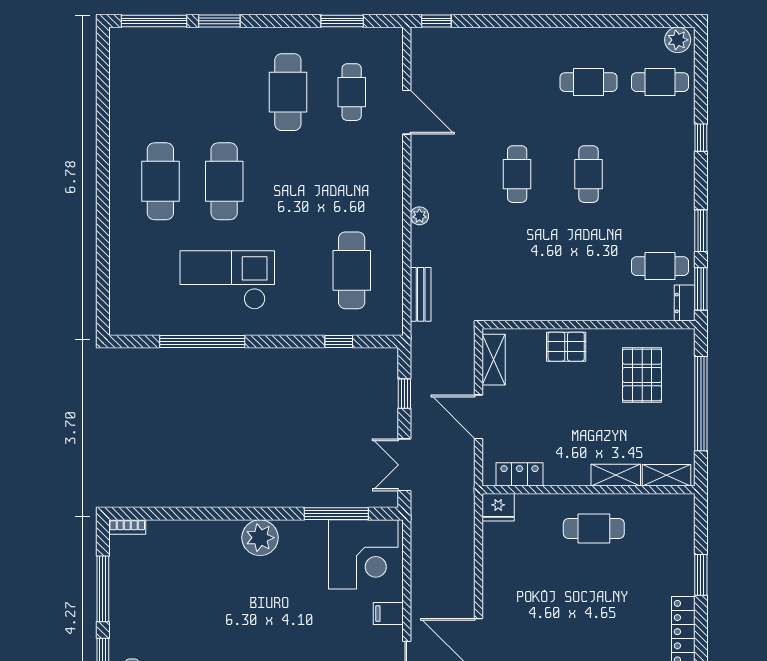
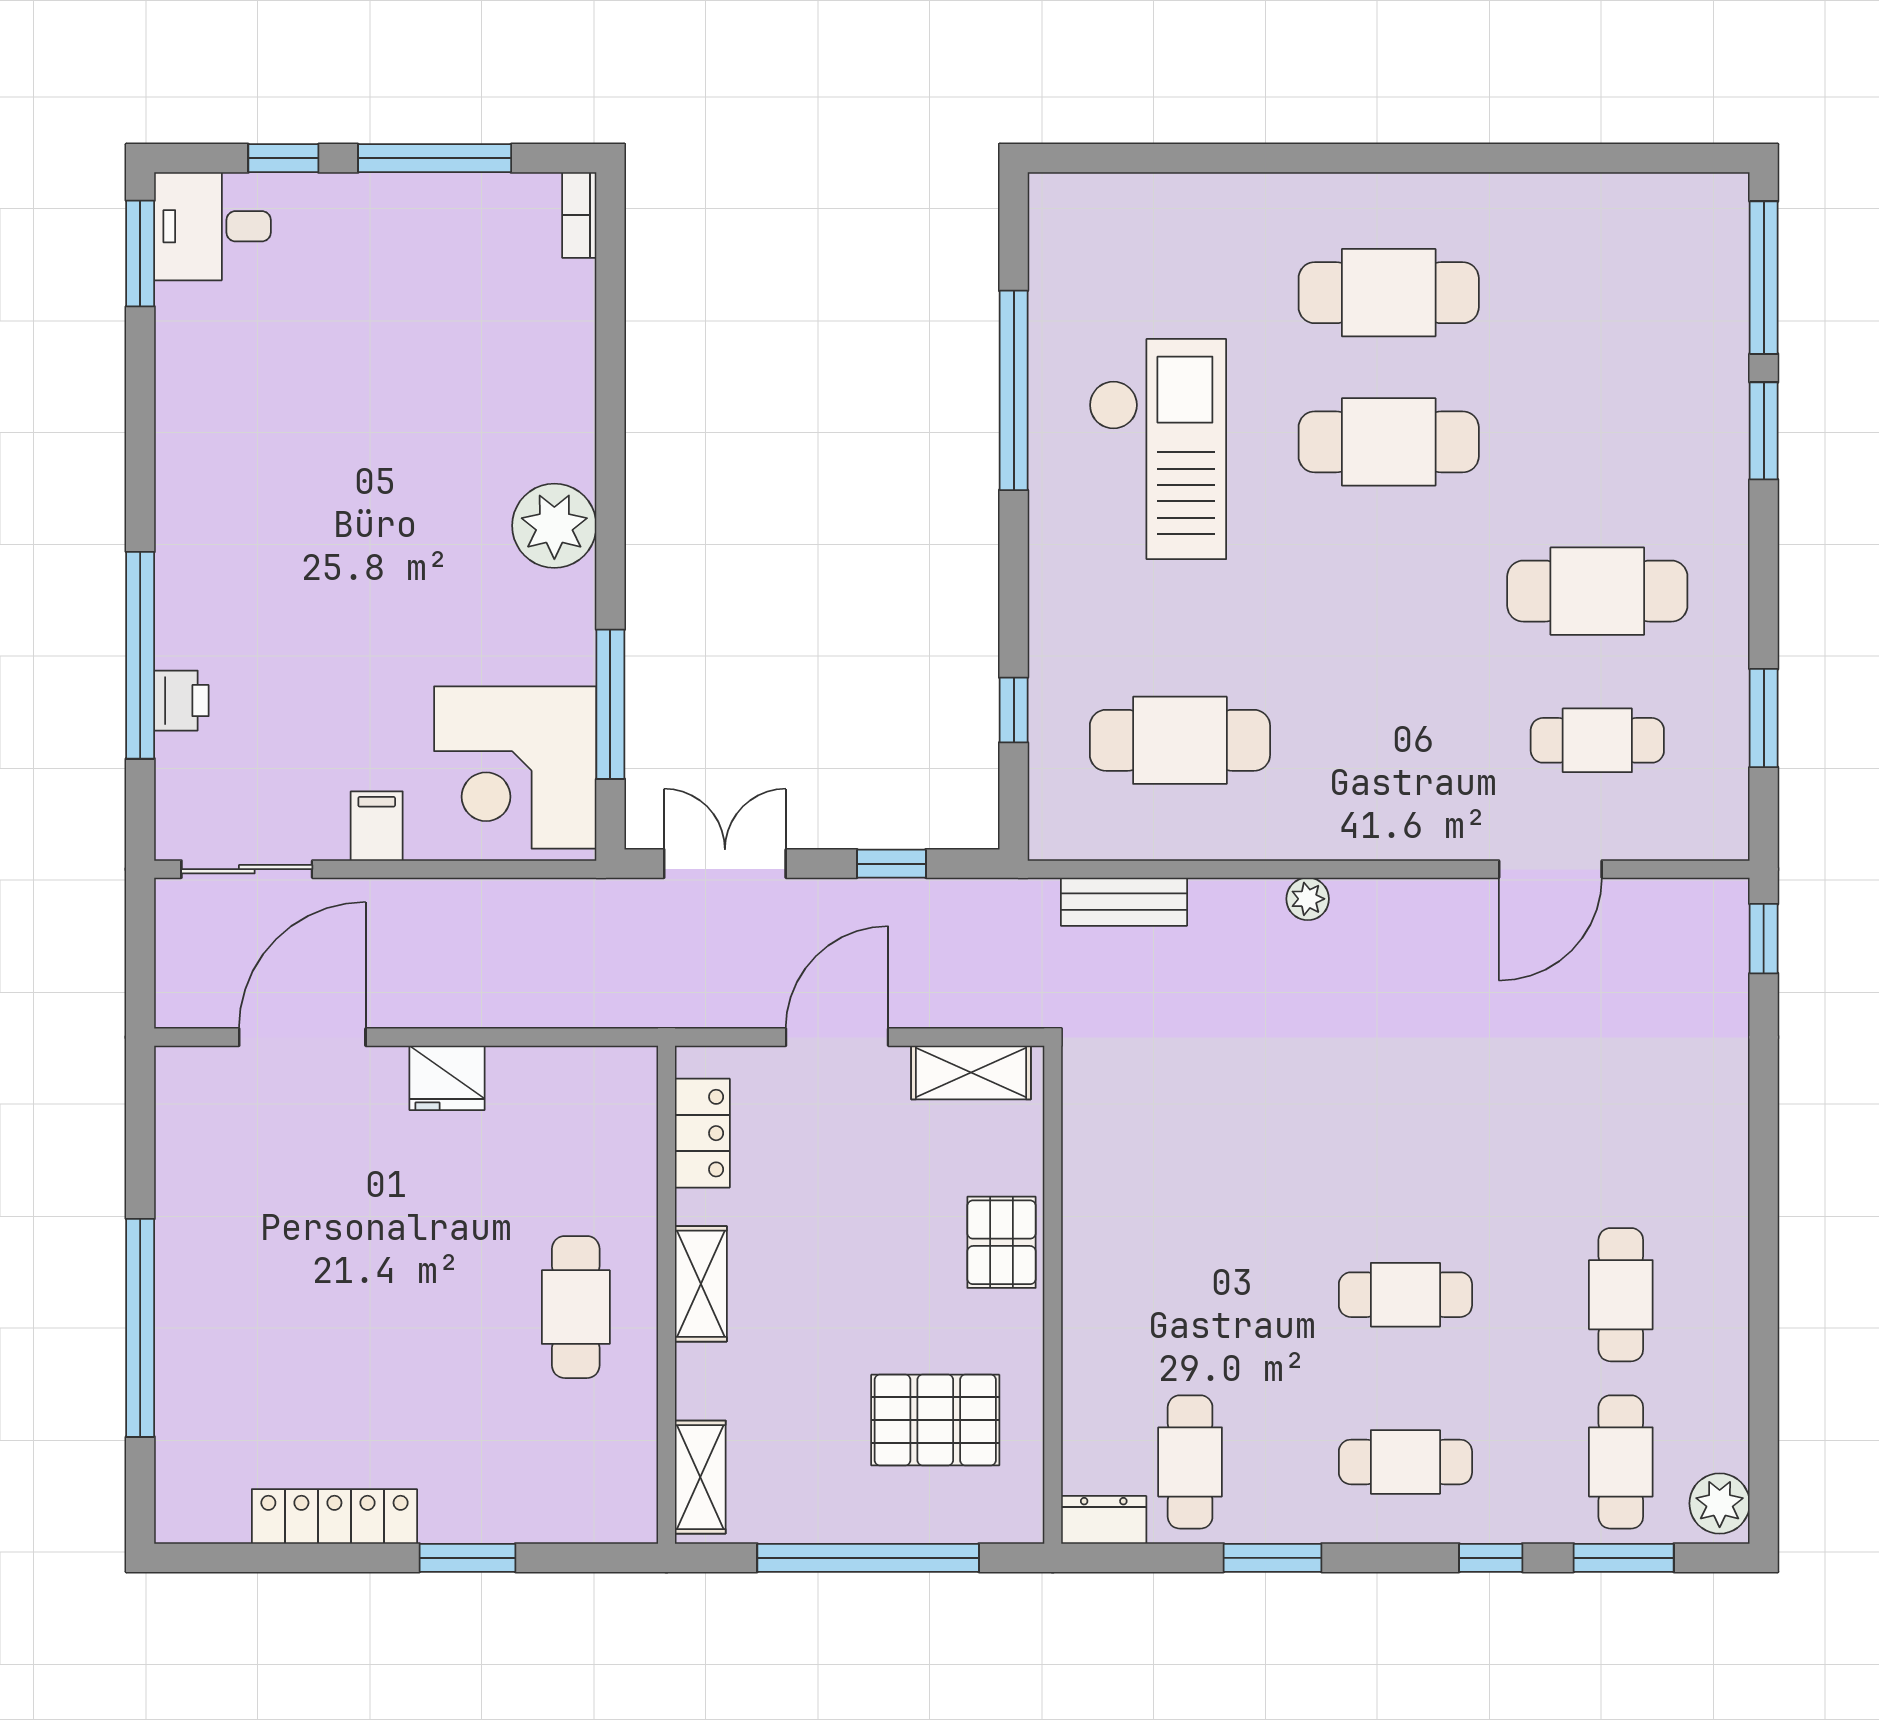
cafe table: (517, 174) -> (1405, 1462), moved
window: (701, 289) -> (1624, 1558), moved
shelving: (616, 475) -> (701, 1284), moved
fridge: (498, 507) -> (447, 1078), moved, turned -90

